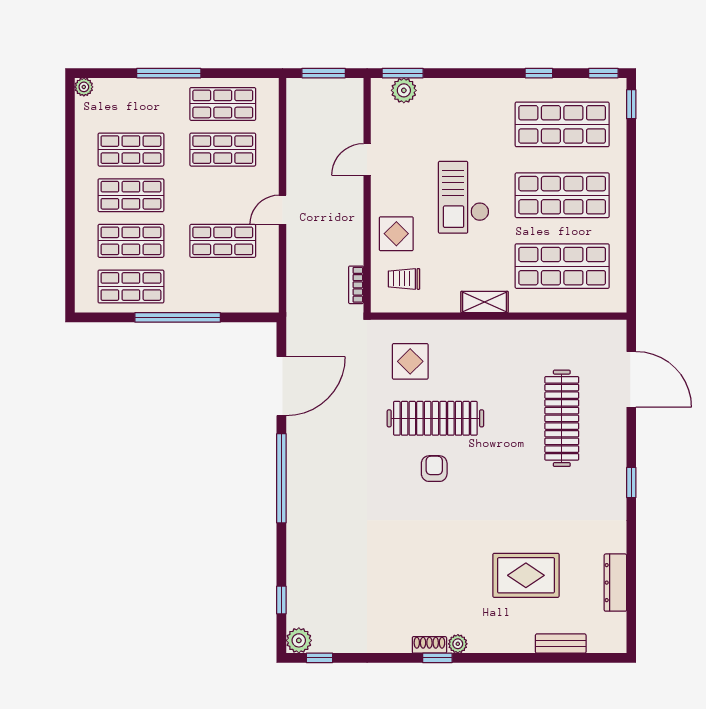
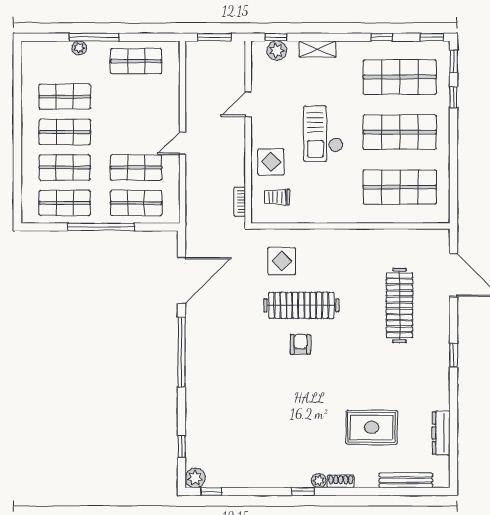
window: (403, 73) -> (276, 37), width x0.67
plant: (84, 87) -> (79, 48), moved
shop shelf: (223, 150) -> (136, 203), moved
window: (631, 150) -> (453, 97), added
shelving: (484, 302) -> (317, 49), moved
bench: (561, 644) -> (406, 480), width x1.36
shoe rack: (429, 645) -> (341, 481), moved

